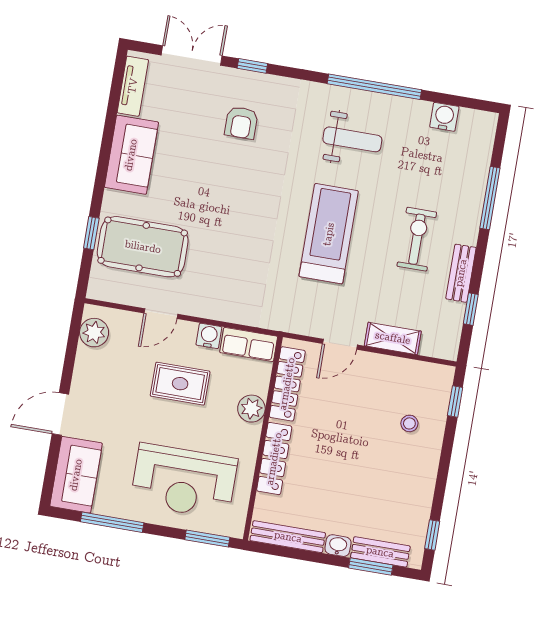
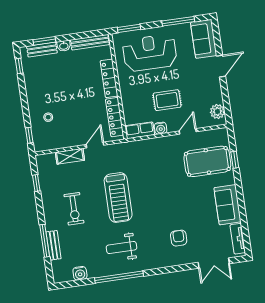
window: (252, 66) -> (182, 268), removed
bench: (461, 273) -> (54, 245), moved
plant: (251, 409) -> (128, 99), removed

